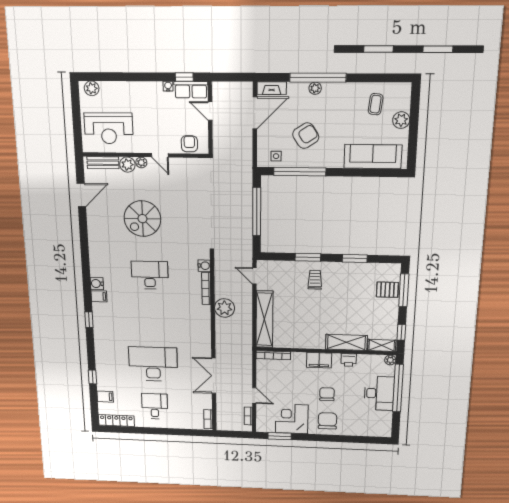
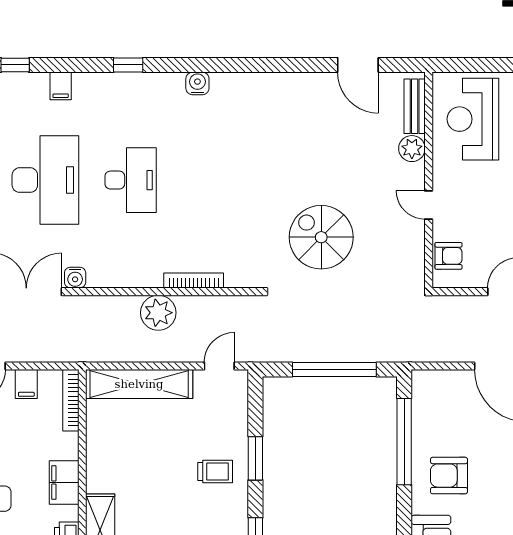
armchair: (306, 136) -> (449, 476), moved, turned 123
door: (160, 155) -> (429, 205), hinge flipped
side table: (276, 156) -> (430, 402), removed
plant: (141, 163) -> (416, 173), removed
spiral stairs: (142, 219) -> (321, 237), moved
water cooler: (204, 266) -> (75, 278), moved
desk: (150, 275) -> (131, 180), moved
filing cabinet: (99, 296) -> (61, 86), moved
filing cabinet: (264, 378) -> (26, 384), added

